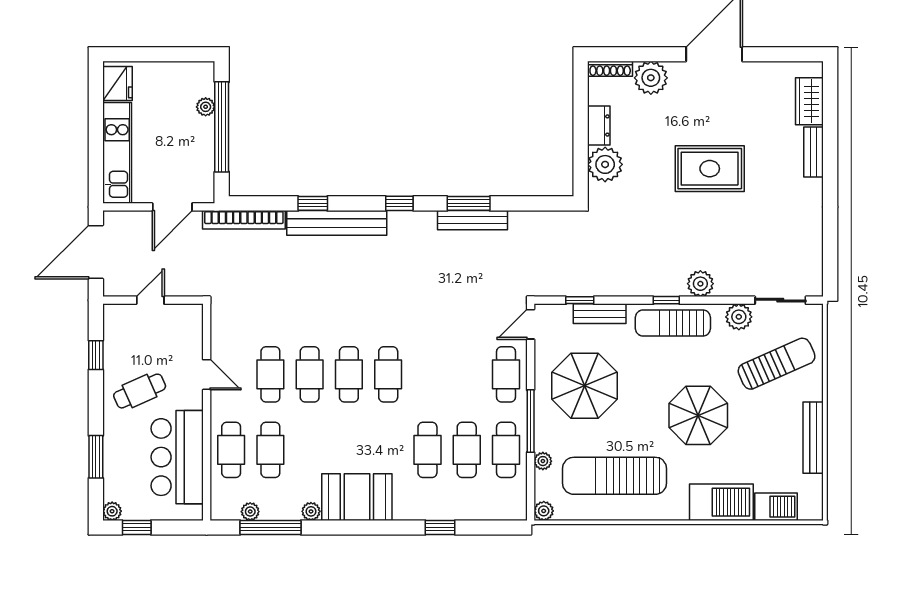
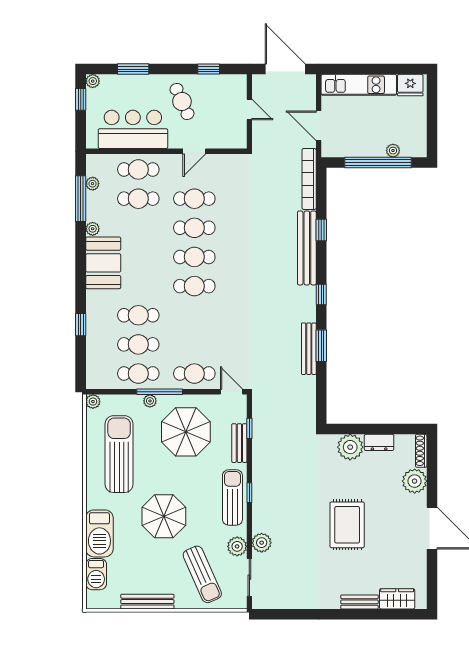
plant: (700, 284) -> (262, 543), moved
plant: (543, 461) -> (150, 401), moved

